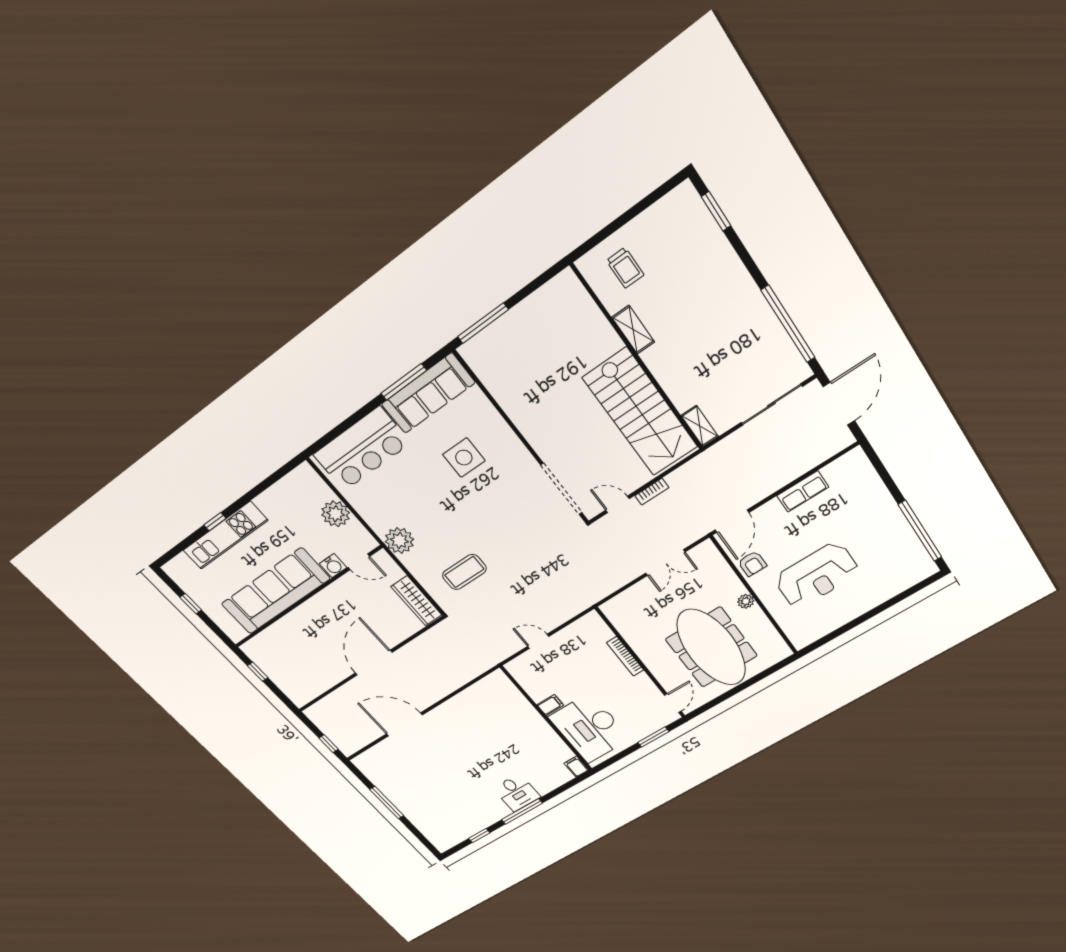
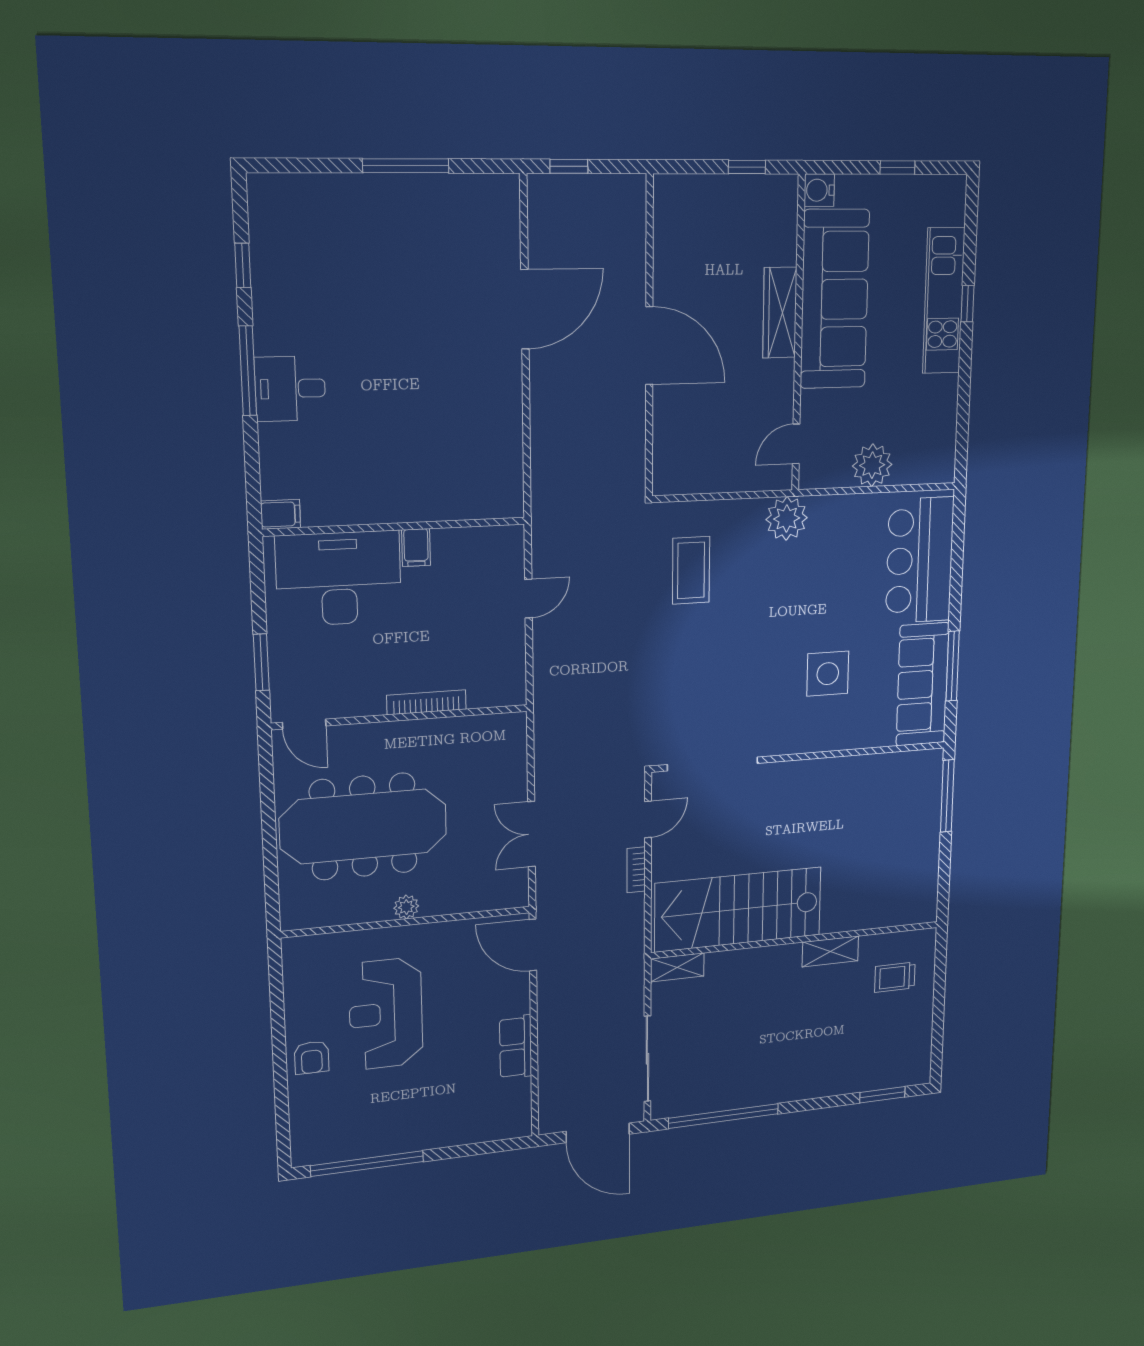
armchair: (752, 564) -> (312, 1057), moved, turned -90
water cooler: (333, 566) -> (819, 190), moved
wardrobe: (416, 601) -> (780, 313), moved, turned -90

